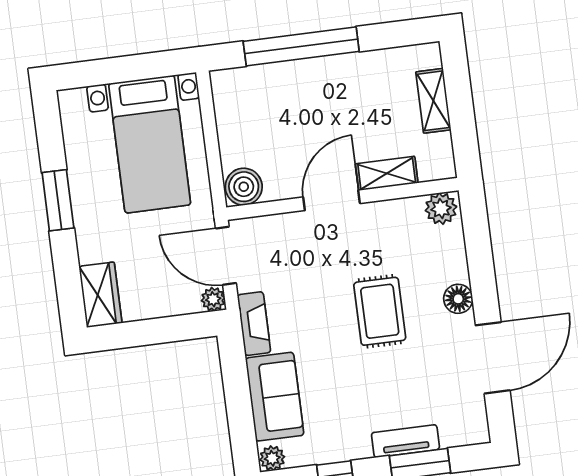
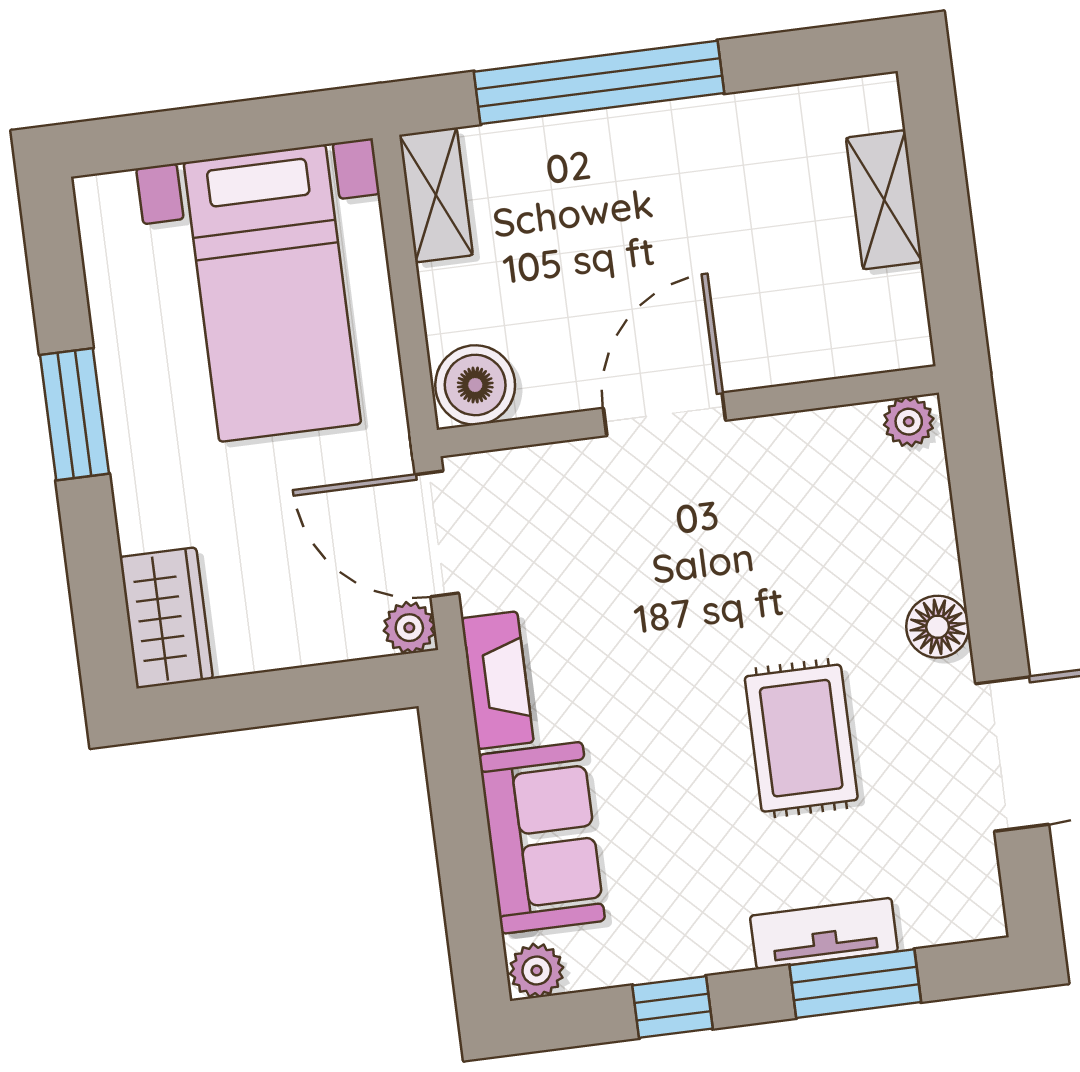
shelving: (387, 173) -> (436, 195), moved, turned 90
plant: (441, 209) -> (909, 422), width x0.73, depth x0.73
rug: (380, 311) -> (801, 738), moved

